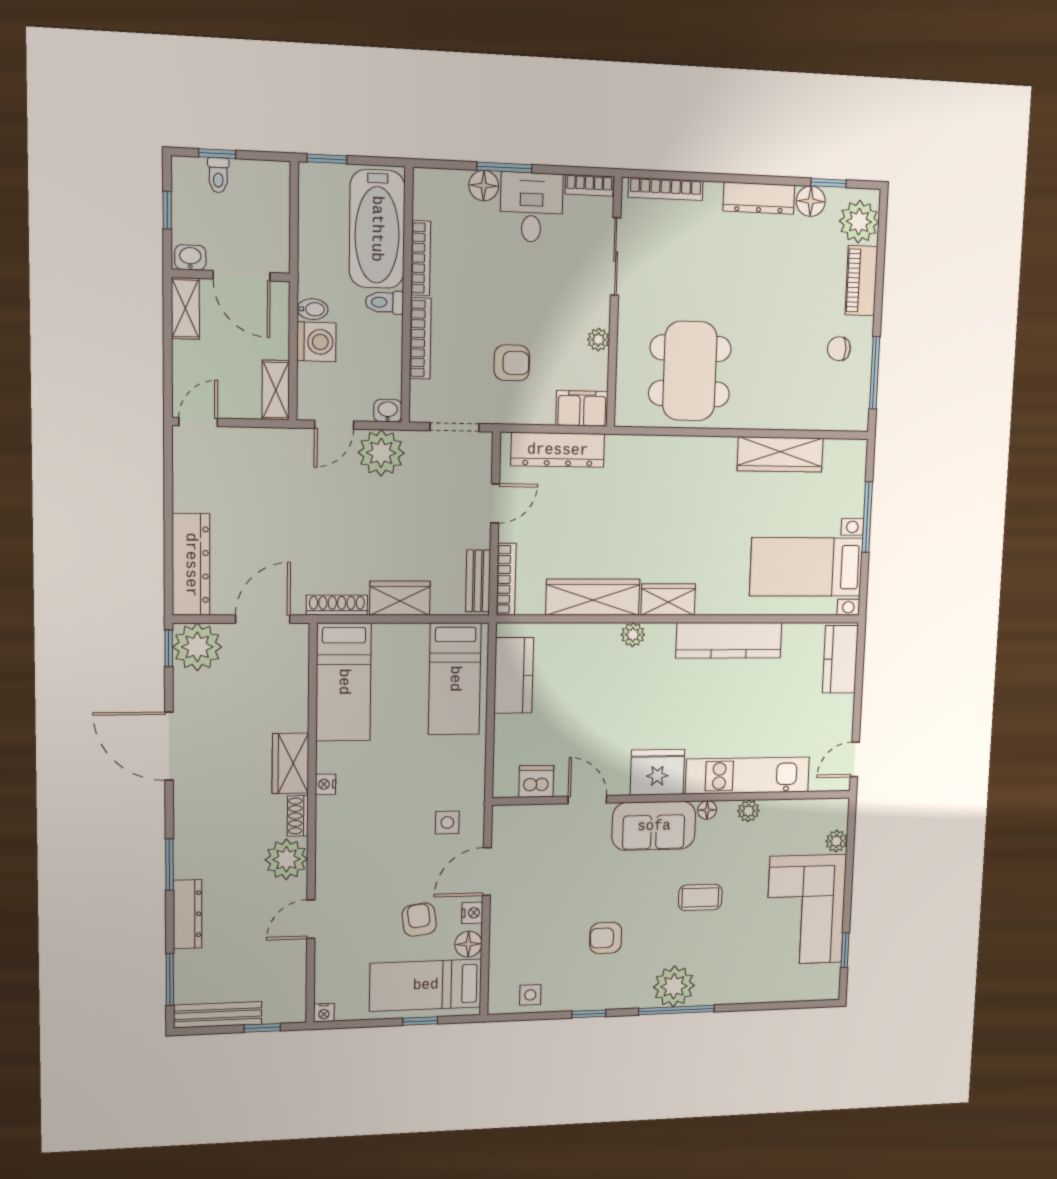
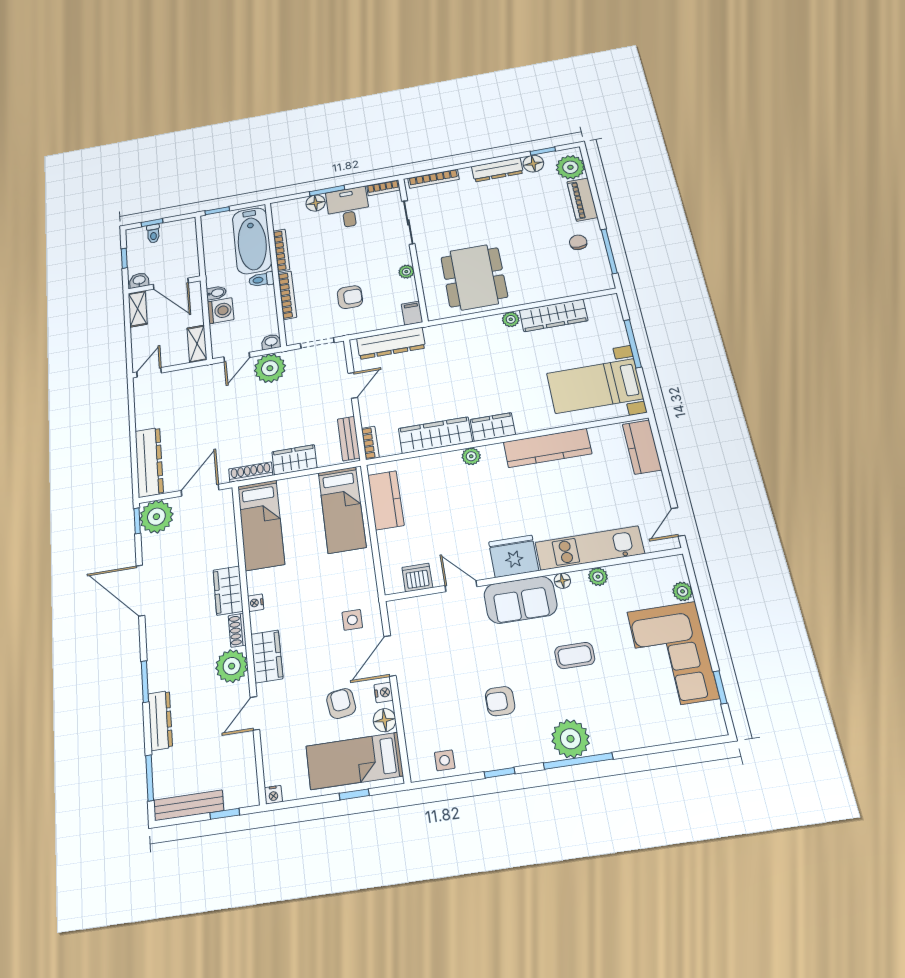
chair: (839, 349) -> (578, 242), turned 89
filing cabinet: (582, 408) -> (412, 313), width x0.50
plant: (724, 448) -> (511, 319), added
bookcase: (506, 579) -> (370, 443), width x0.64
wardrobe: (333, 853) -> (267, 656), added

